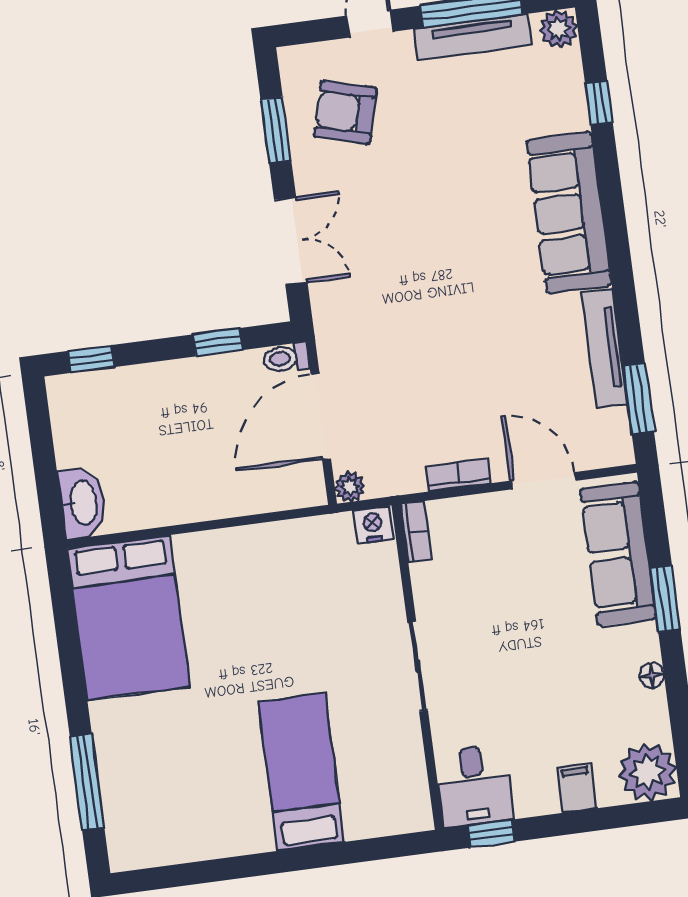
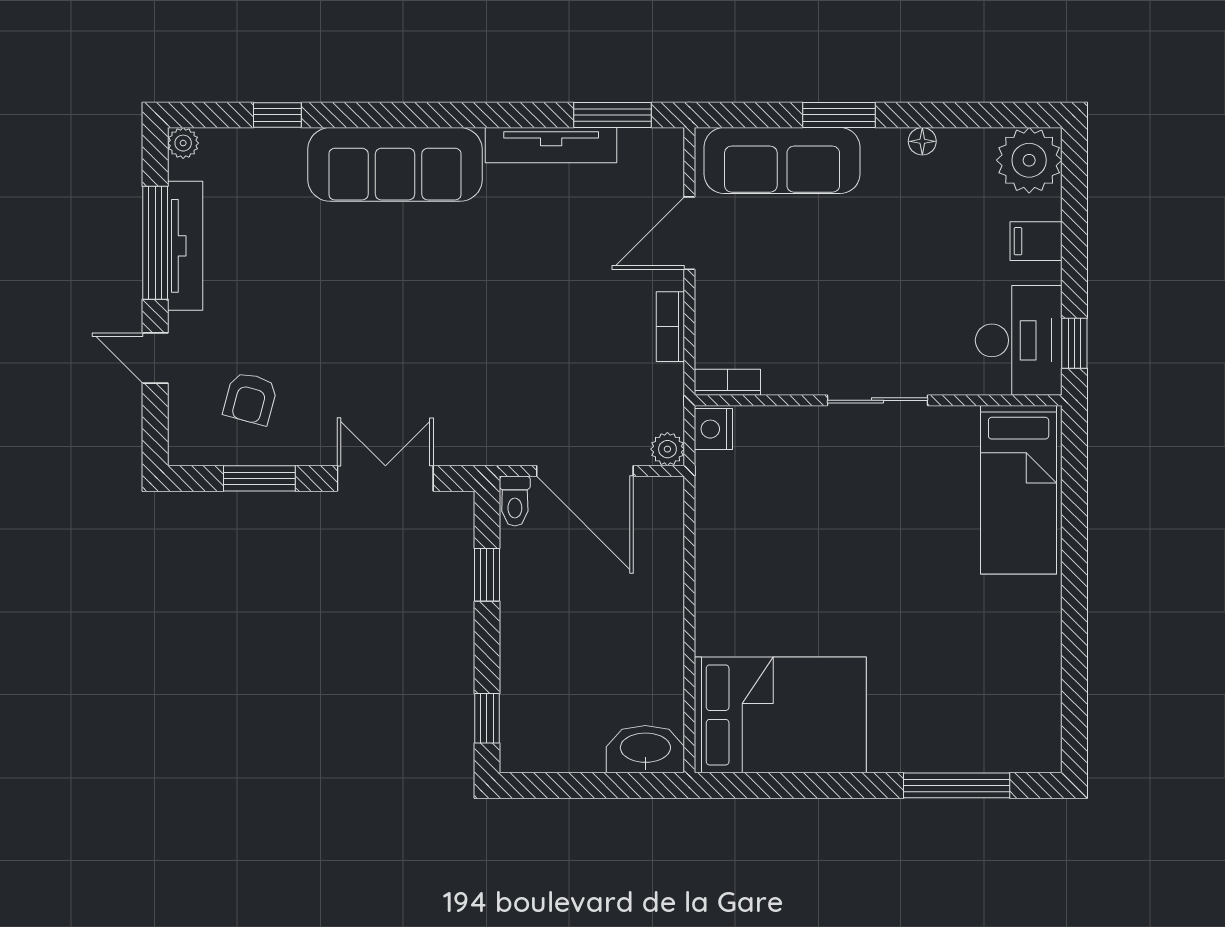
plant: (559, 29) -> (183, 143), width x0.73, depth x0.73
armchair: (345, 112) -> (250, 398), width x0.72, depth x0.72
bed: (301, 772) -> (1019, 490), moved, turned -90
desk: (474, 786) -> (1019, 340), width x1.37

